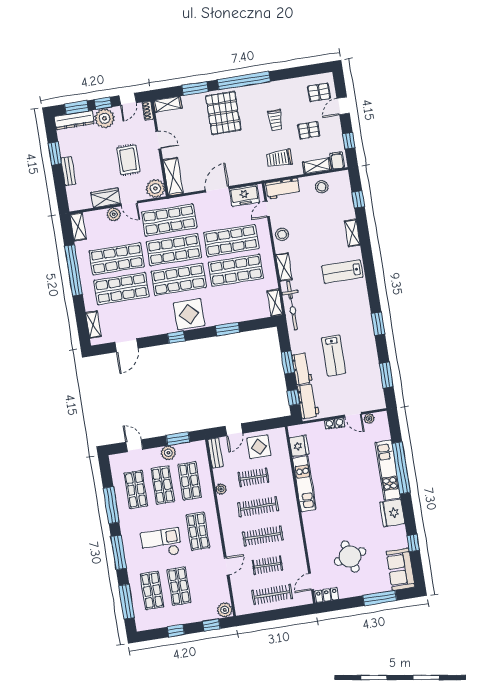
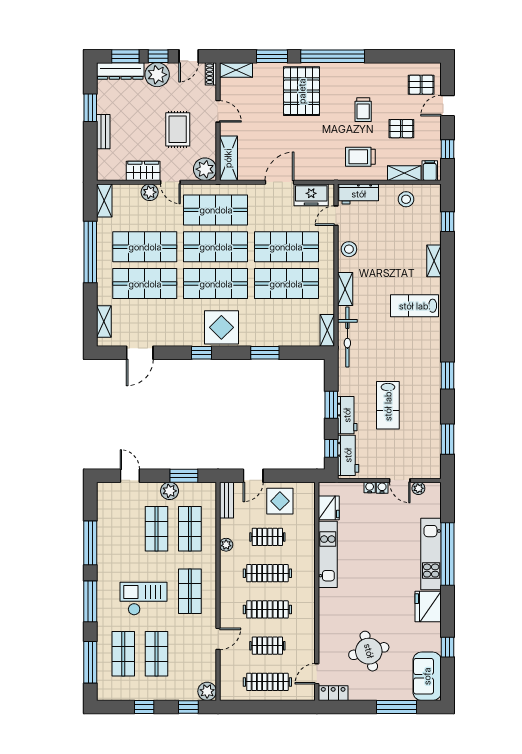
shop shelf: (136, 489) -> (123, 529), removed

